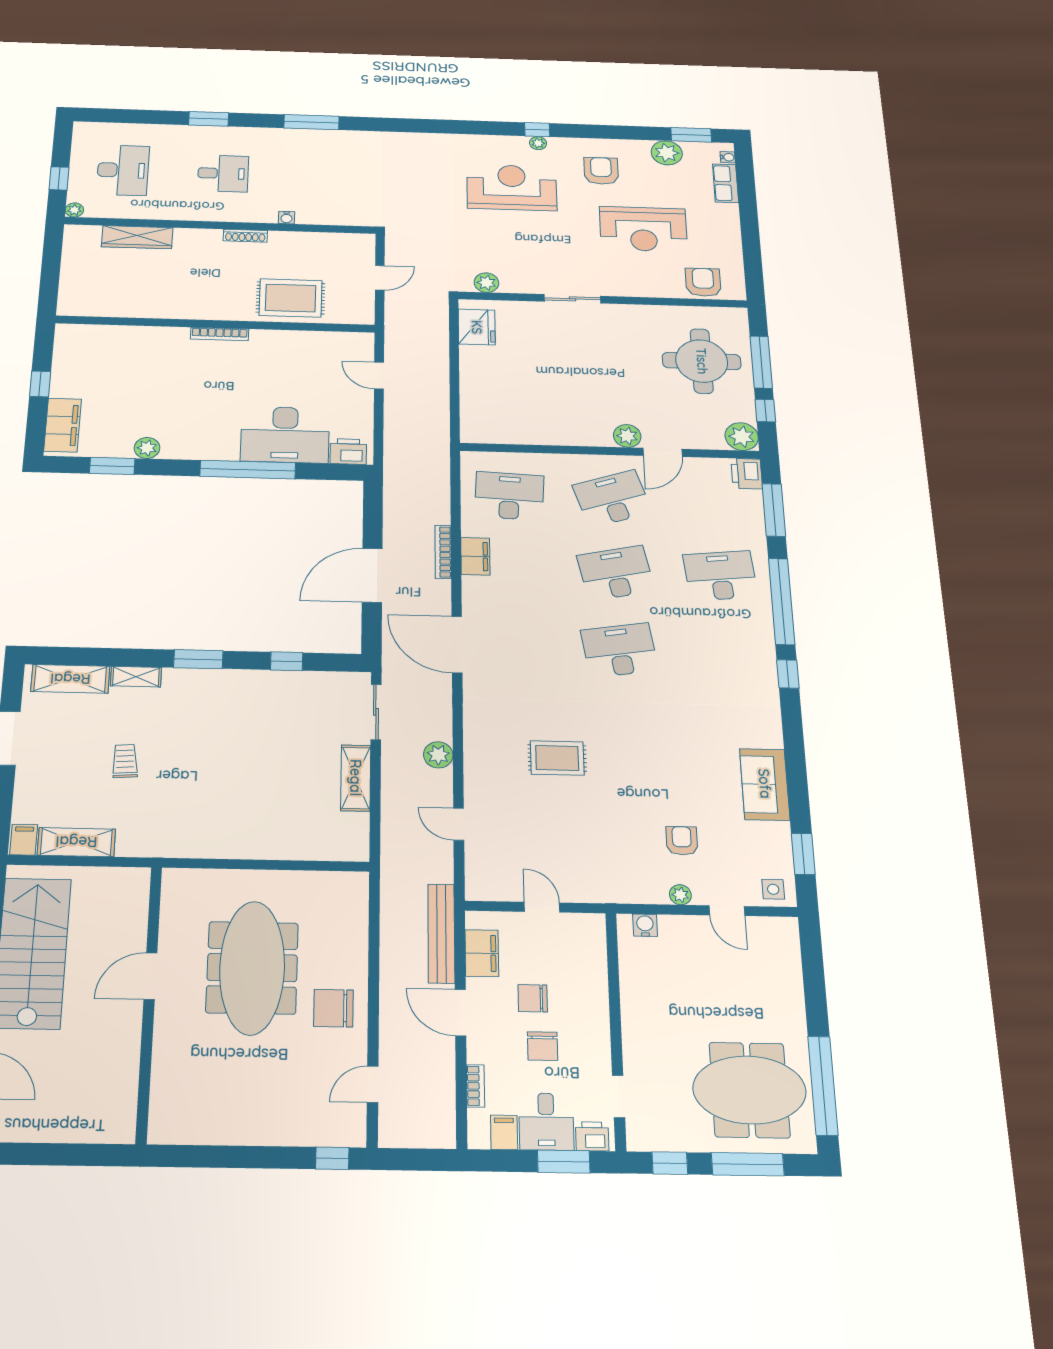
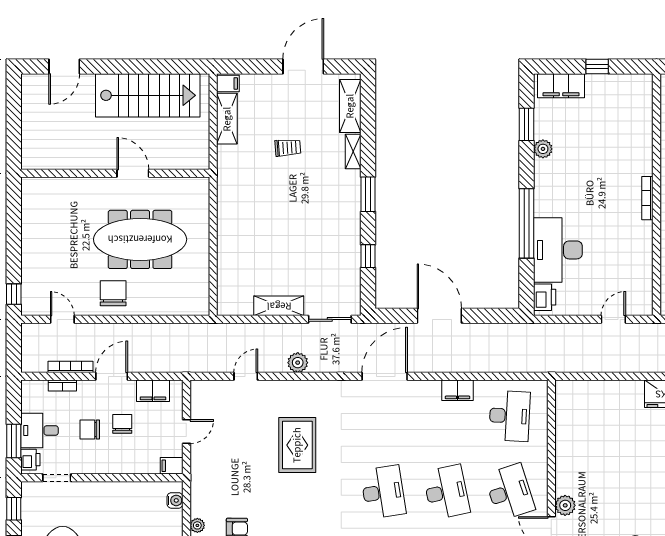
bookcase: (443, 552) -> (71, 367), moved
rug: (557, 758) -> (297, 445), width x1.36, depth x1.43
bench: (441, 933) -> (166, 364), removed
filing cabinet: (504, 1132) -> (172, 466), moved, turned 180

